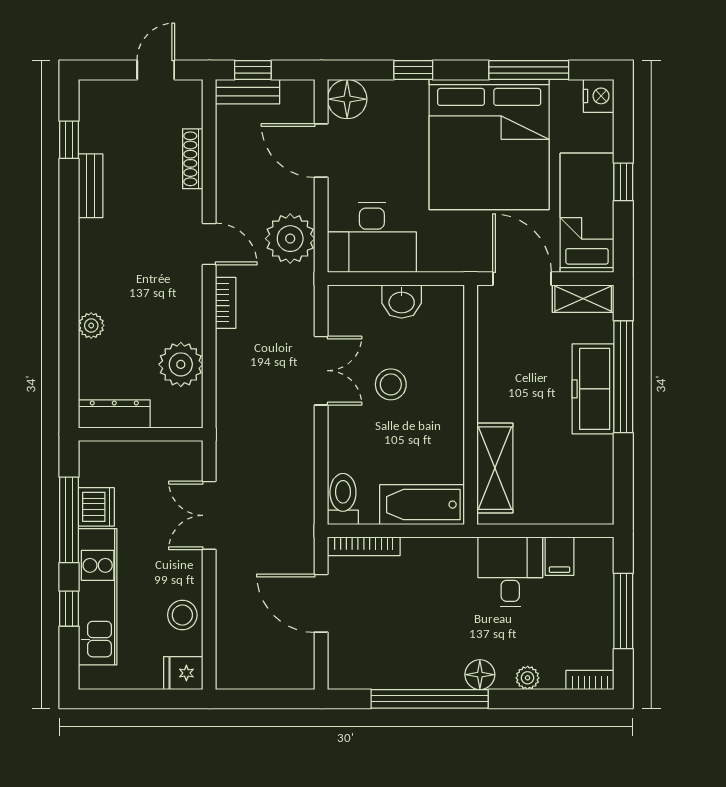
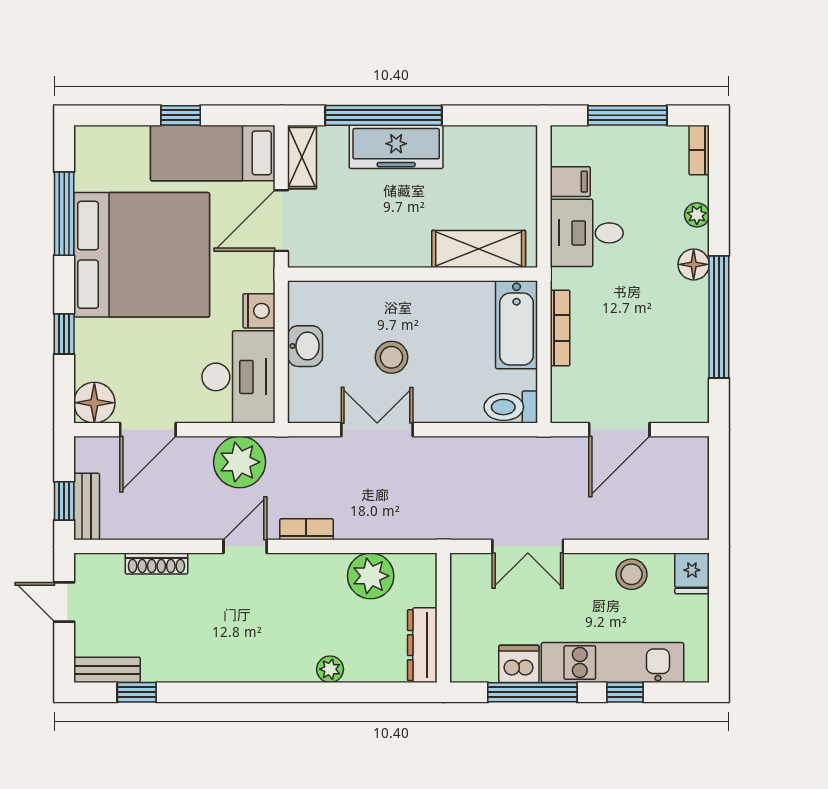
nightstand: (599, 96) -> (259, 311), moved, turned 90
bench: (91, 186) -> (107, 670), moved
bookcase: (364, 546) -> (560, 328), moved

